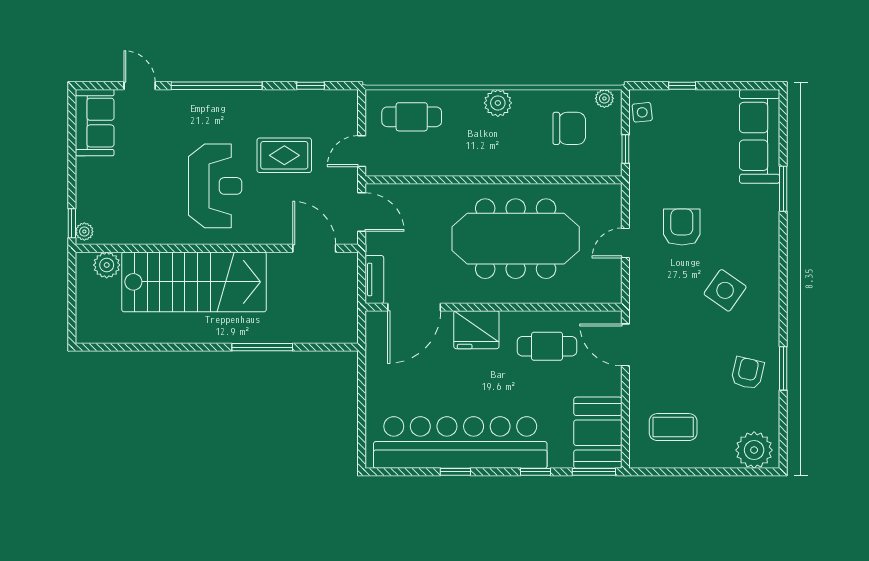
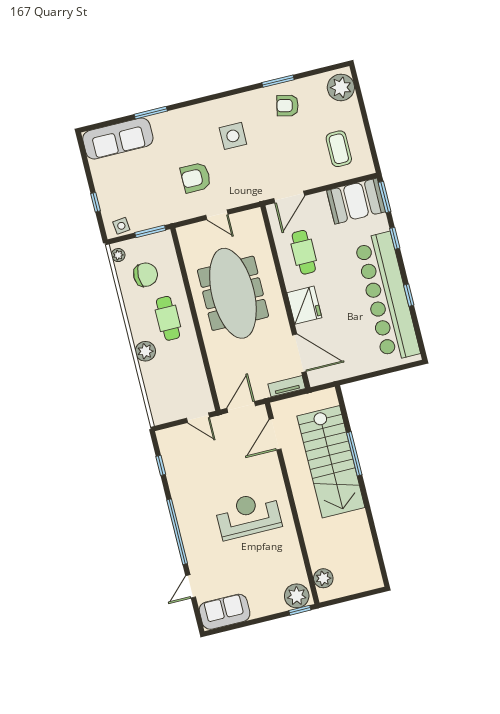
plant: (498, 103) -> (145, 351), moved
cafe table: (412, 117) -> (168, 318), moved
chair: (569, 128) -> (146, 275), turned 90
window: (625, 149) -> (150, 231), width x1.50
rug: (284, 155) -> (214, 472), removed
plant: (84, 232) -> (297, 596), width x1.87, depth x1.87
stairs: (194, 282) -> (331, 462), moved, turned 180
side table: (725, 290) -> (233, 136), turned -35

